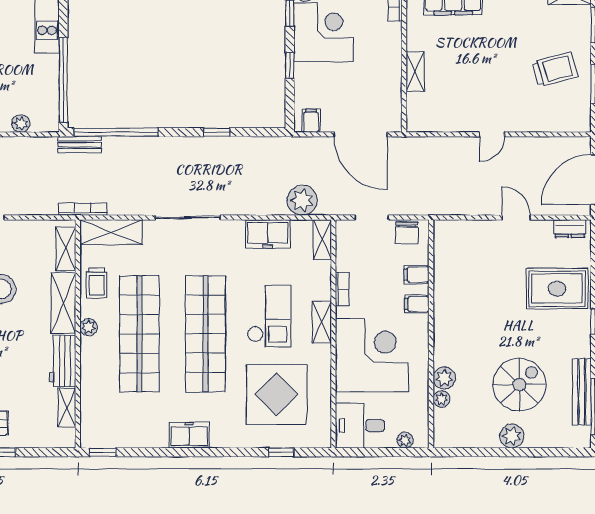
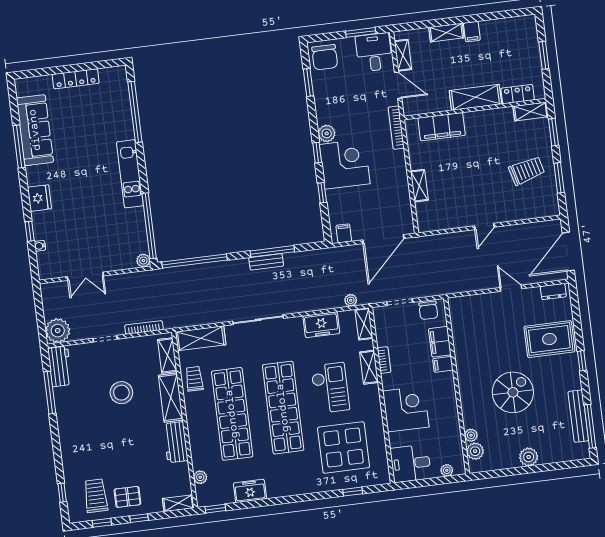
plant: (21, 123) -> (143, 261), moved
window: (217, 132) -> (272, 251), width x2.17
door: (361, 134) -> (383, 239), hinge flipped
bench: (80, 145) -> (266, 262), moved
plant: (302, 200) -> (351, 300), width x0.53, depth x0.53
bookcase: (83, 209) -> (144, 327), moved
filing cabinet: (417, 275) -> (440, 342), width x2.00
trolley: (97, 283) -> (194, 379), turned 180
shelving: (322, 322) -> (369, 367), moved
plant: (89, 327) -> (200, 477), moved
corner desk: (372, 355) -> (406, 409), width x0.74, depth x0.74
plant: (444, 378) -> (475, 451), moved
spiral stairs: (519, 385) -> (513, 392), moved
shelving: (67, 408) -> (178, 503), moved, turned 90
freezer: (189, 435) -> (250, 491), moved

